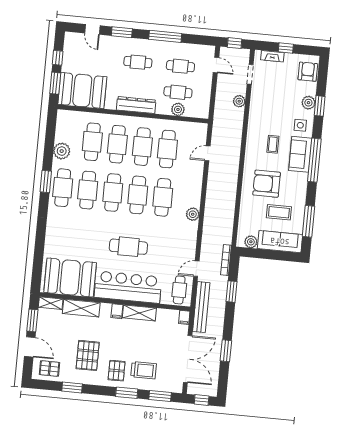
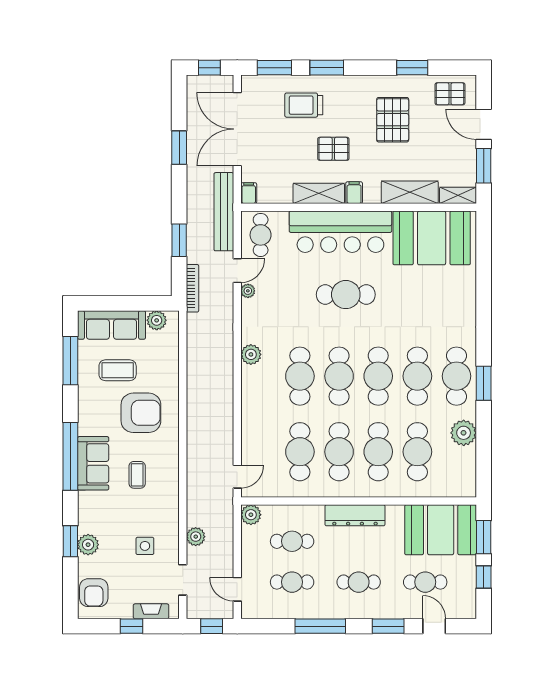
cafe table: (95, 58) -> (425, 582), added
plant: (178, 109) -> (251, 515), moved
side table: (300, 125) -> (145, 546), moved
door: (207, 153) -> (237, 477), moved
plant: (191, 255) -> (248, 291), added
pallet: (117, 371) -> (333, 149), moved, turned 90

